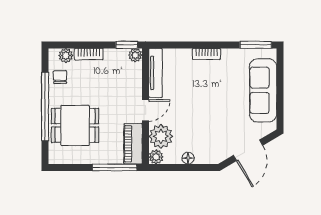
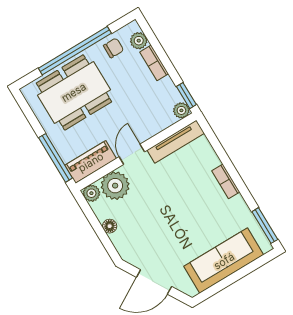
door: (145, 110) -> (132, 154), swing flipped
dining table: (75, 125) -> (74, 92), width x1.37

